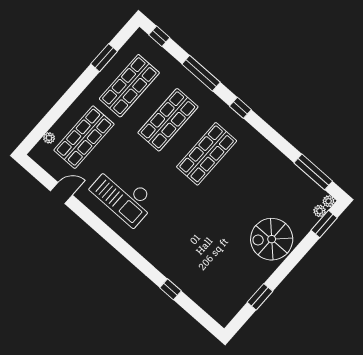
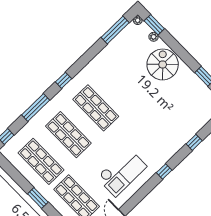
window: (104, 58) -> (38, 198), moved
plant: (320, 211) -> (154, 37), moved
spiral stairs: (272, 239) -> (163, 64), turned 180
window: (128, 252) -> (164, 171), added

